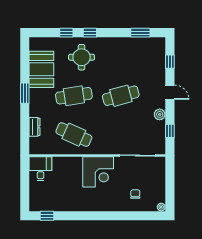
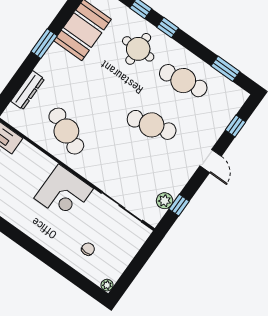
cafe table: (74, 96) -> (183, 81), moved
plant: (160, 114) -> (165, 201), moved
dresser: (35, 127) -> (28, 90), width x1.44

